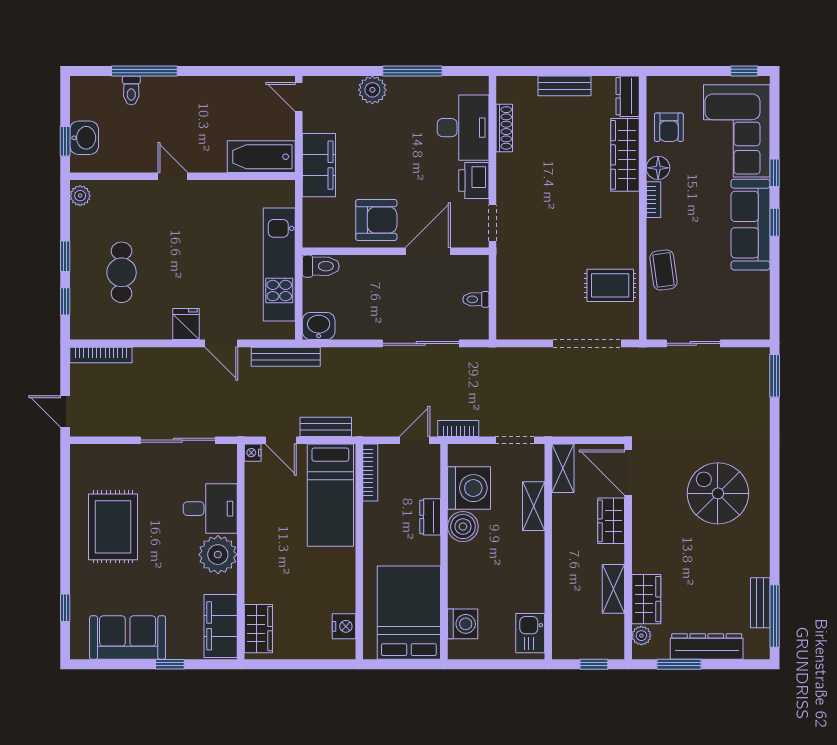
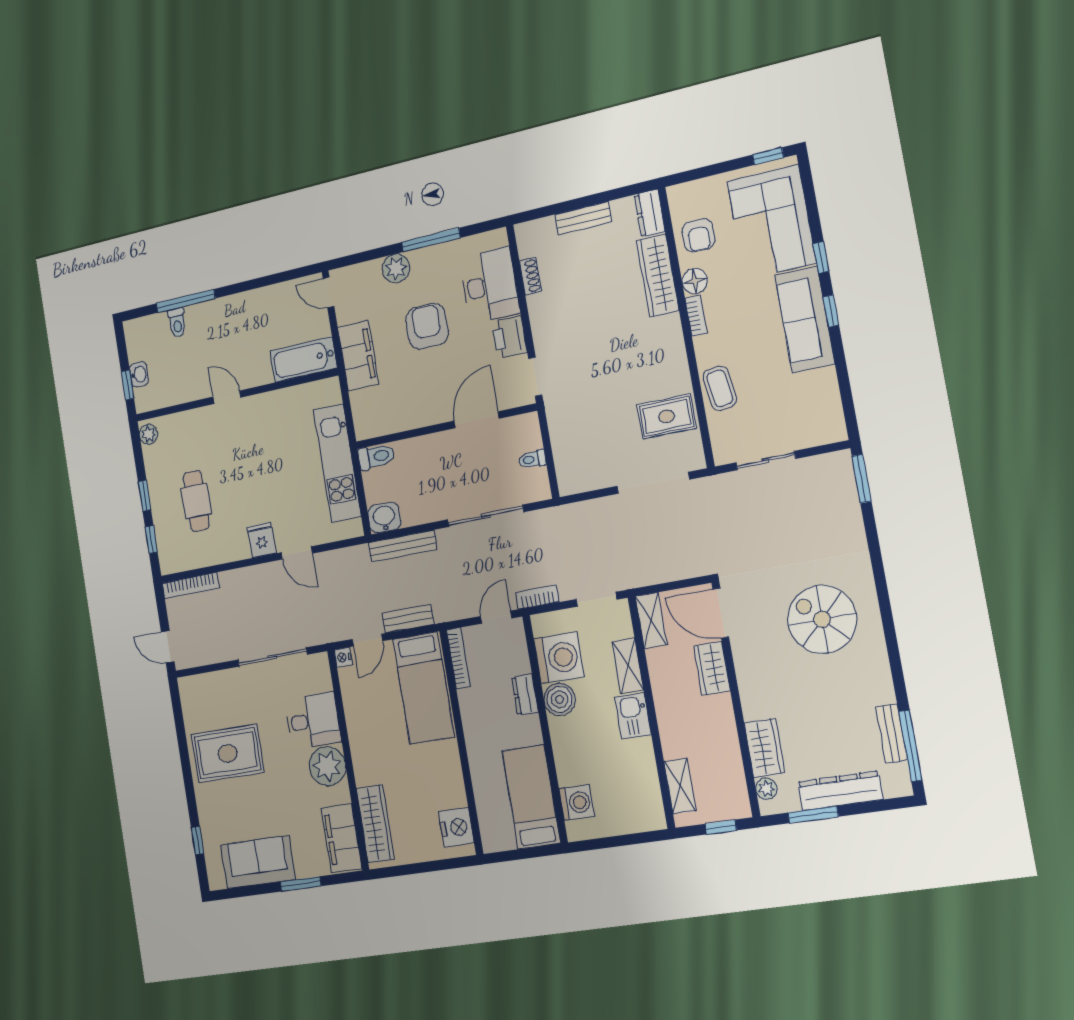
shoe rack: (504, 128) -> (530, 276), width x0.70
washbasin: (84, 138) -> (139, 374), width x0.72, depth x0.69
armchair: (376, 220) -> (427, 326), moved, turned -90
bench: (286, 357) -> (402, 546), moved
door: (281, 440) -> (367, 640), hinge flipped
rug: (113, 527) -> (228, 753), turned 90
shelving: (613, 589) -> (680, 786), moved
bed: (409, 613) -> (531, 797), width x0.67
nightstand: (344, 626) -> (456, 827), width x1.36, depth x1.33
wardrobe: (258, 629) -> (375, 824), width x1.50
kitchen sink: (530, 633) -> (633, 716), moved
window: (170, 664) -> (301, 884), width x1.50

